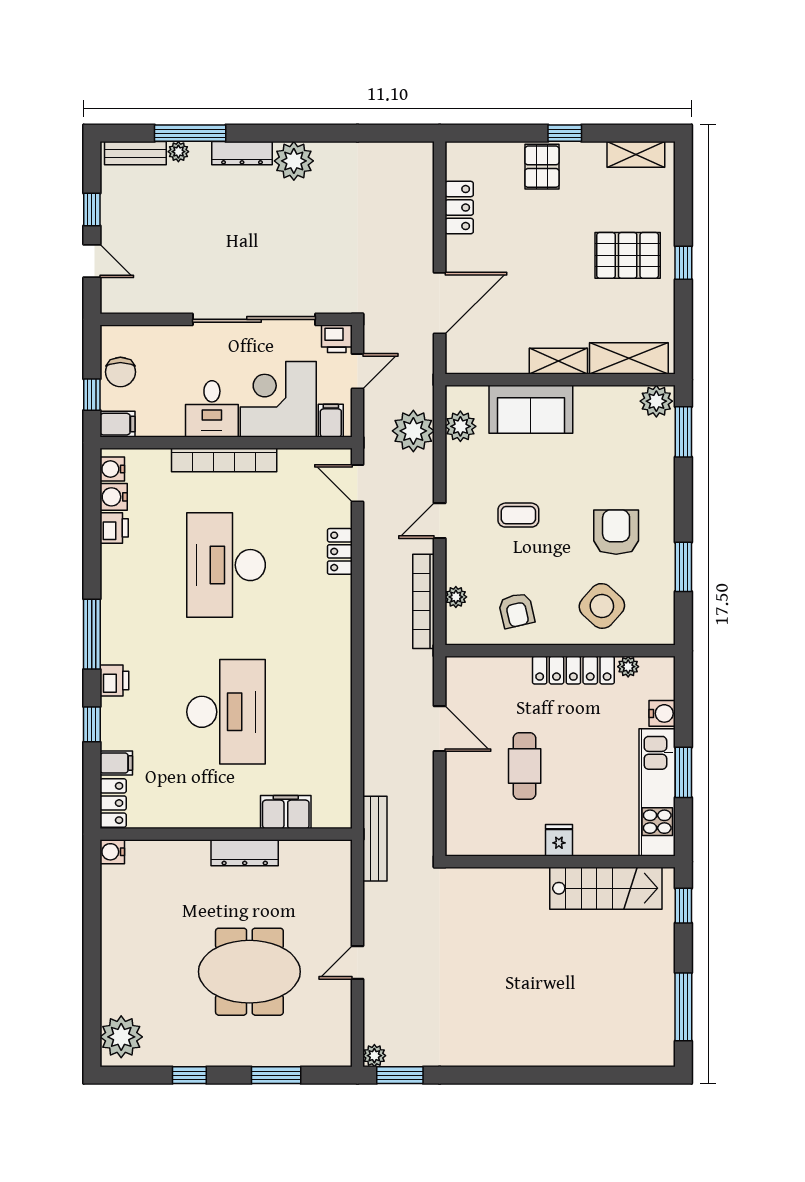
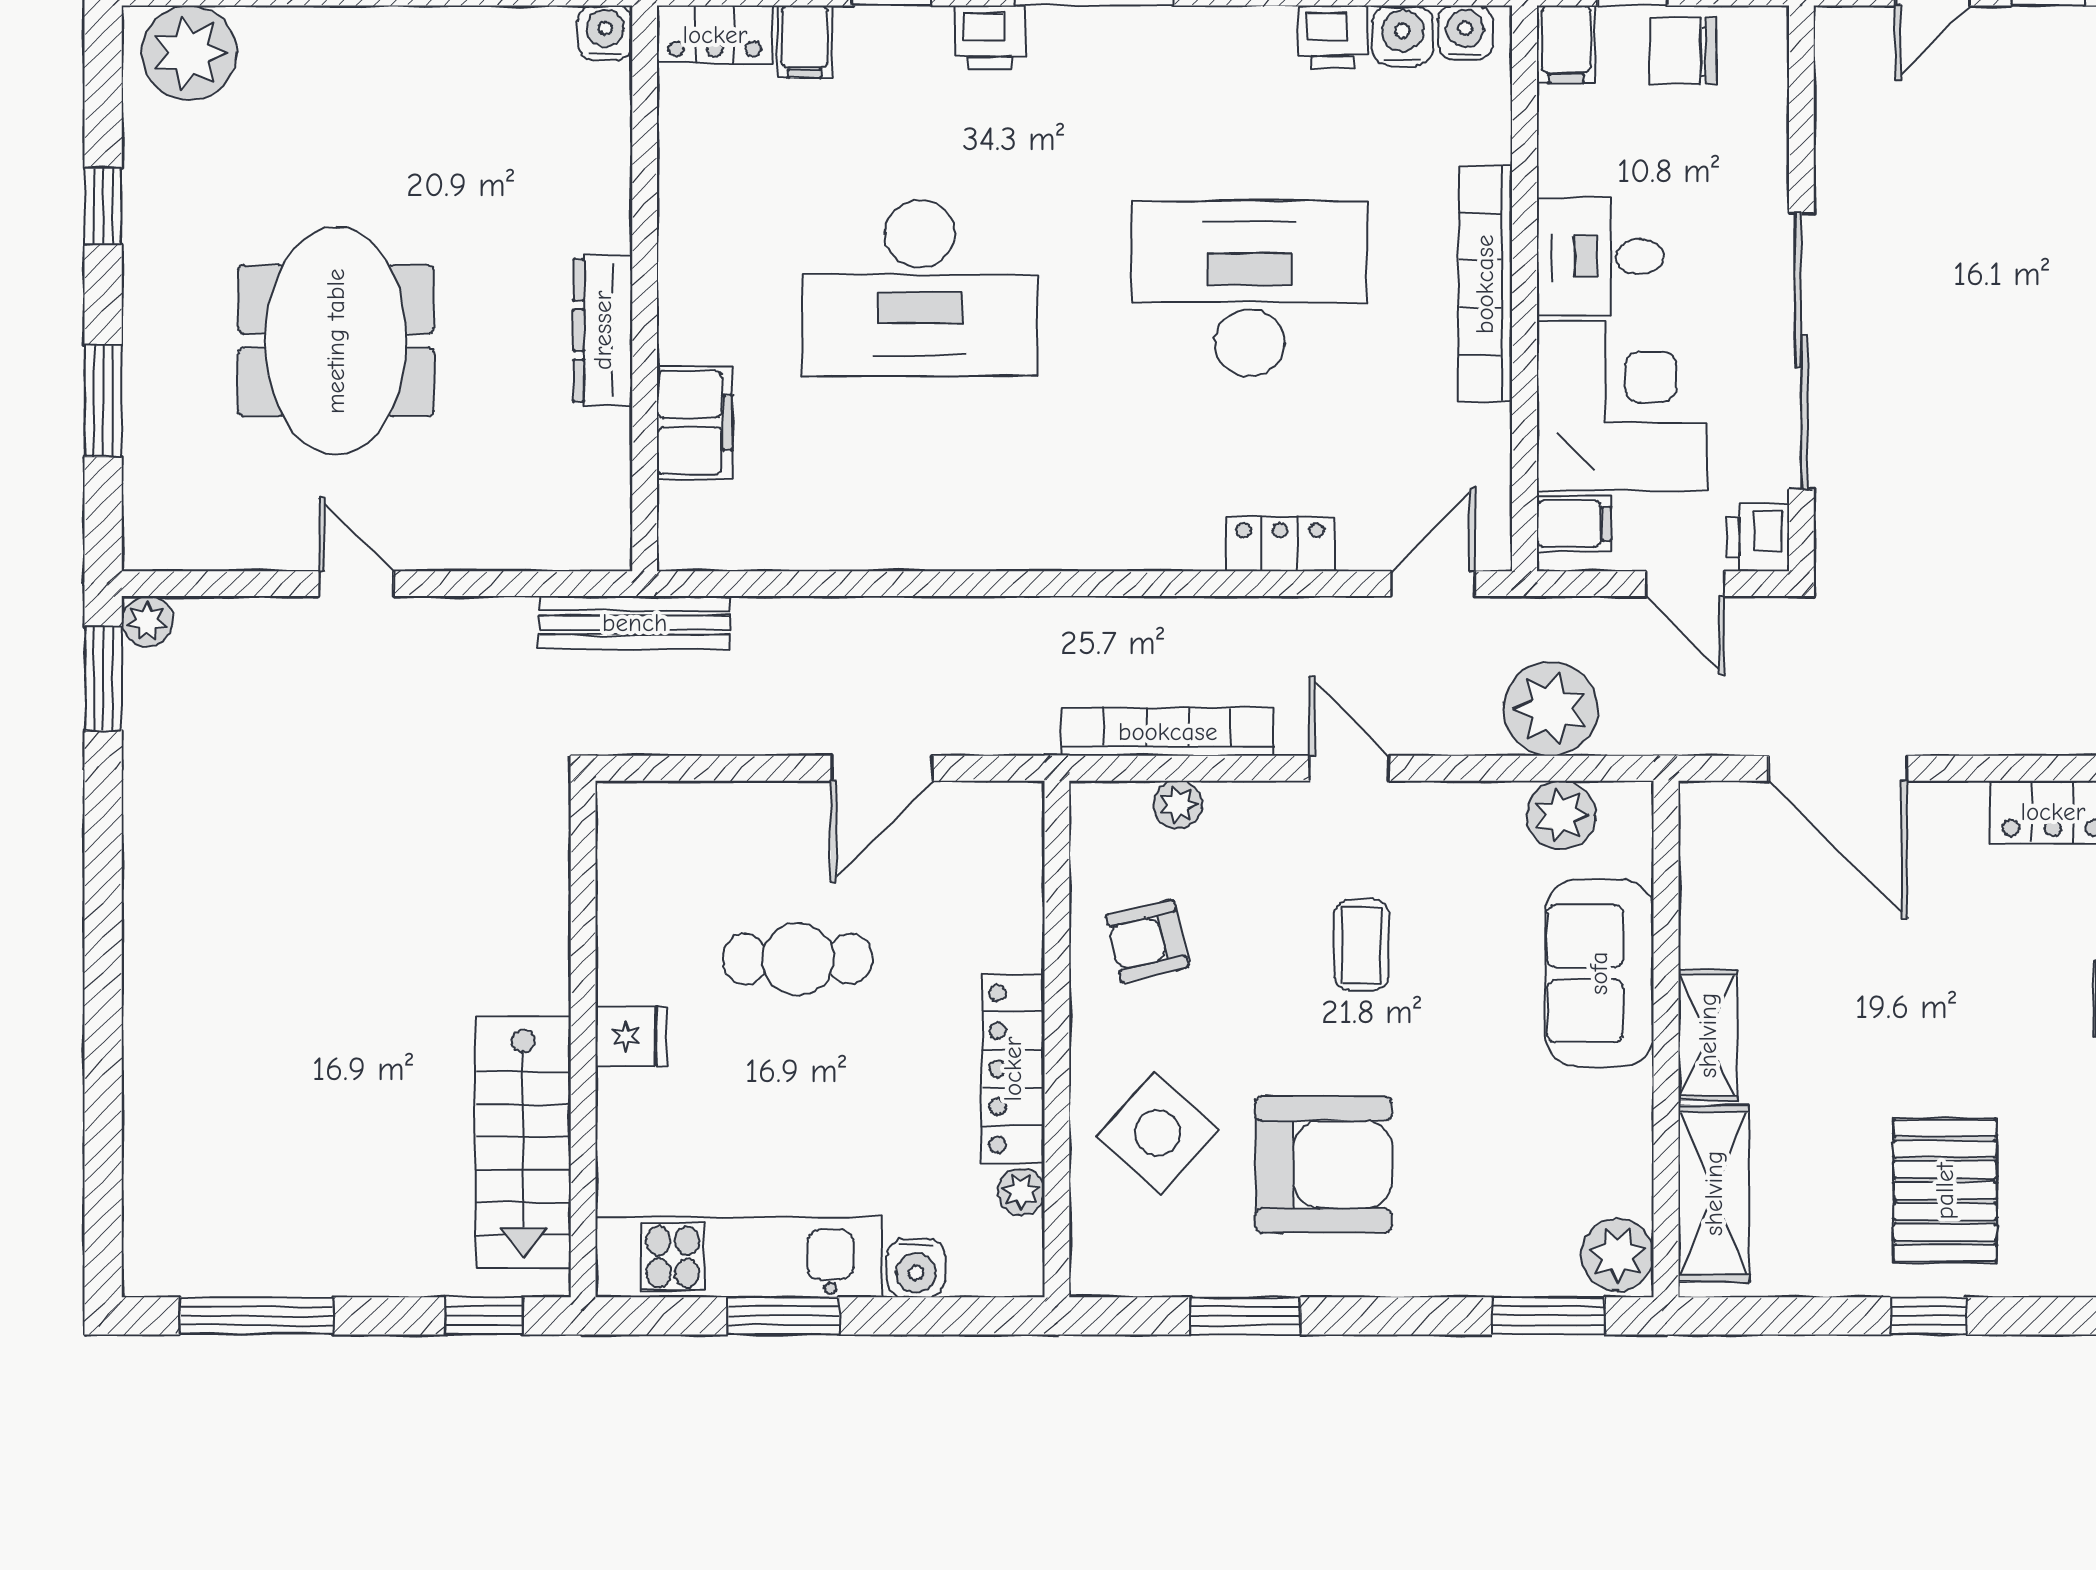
armchair: (616, 532) -> (1323, 1165), width x1.36, depth x1.36

